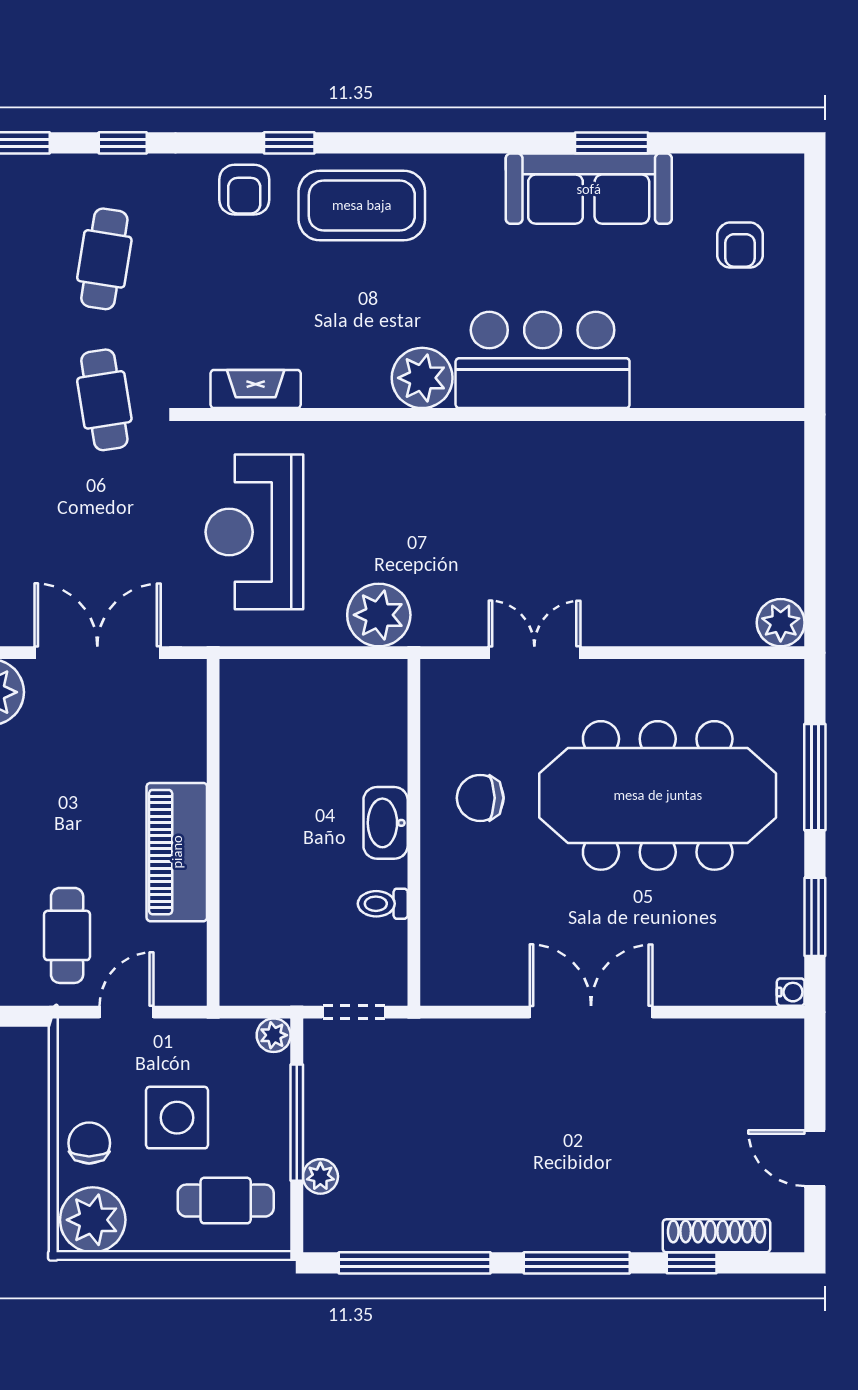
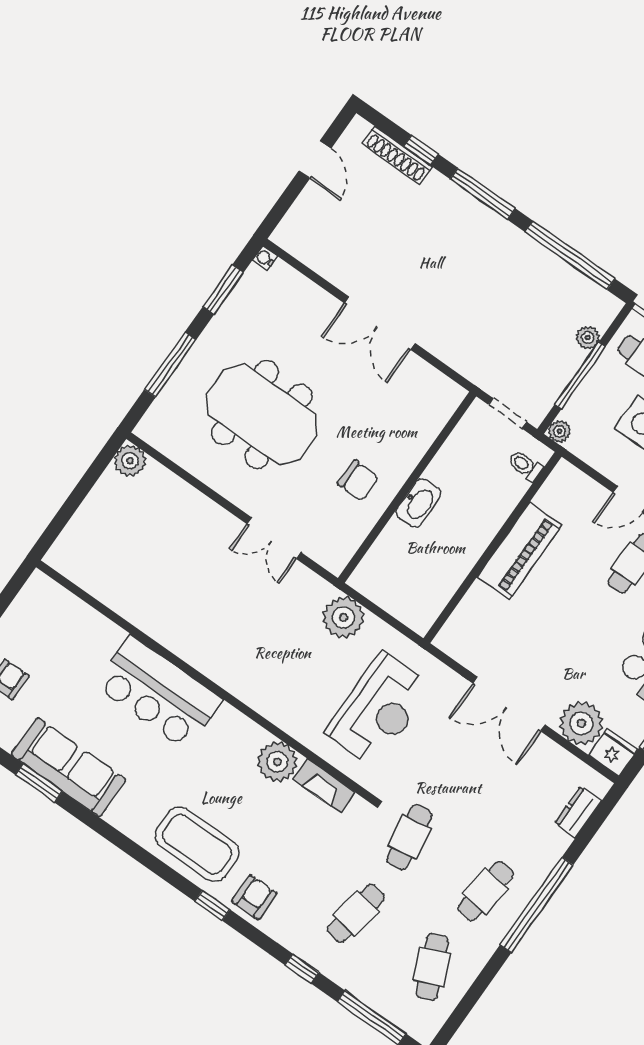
plant: (422, 378) -> (277, 762), moved
meeting table: (658, 795) -> (262, 414), width x0.73
wall: (213, 832) -> (492, 547), moved
piano: (177, 852) -> (519, 551), moved
toilet: (383, 904) -> (525, 466), moved, turned 180

